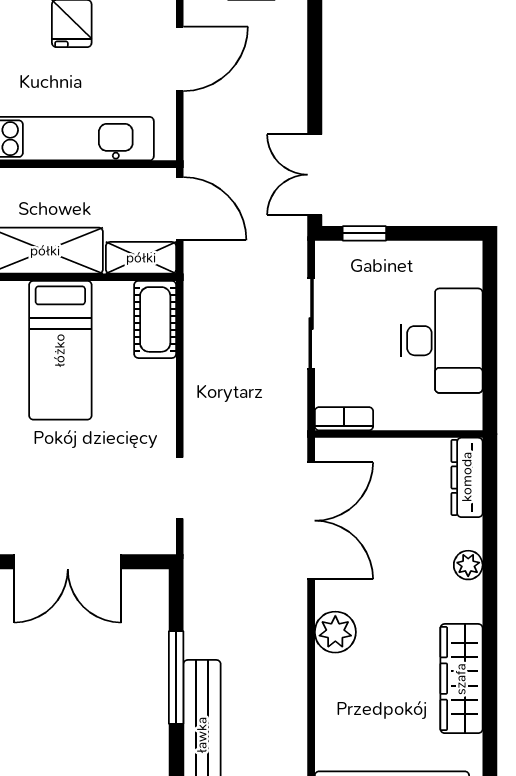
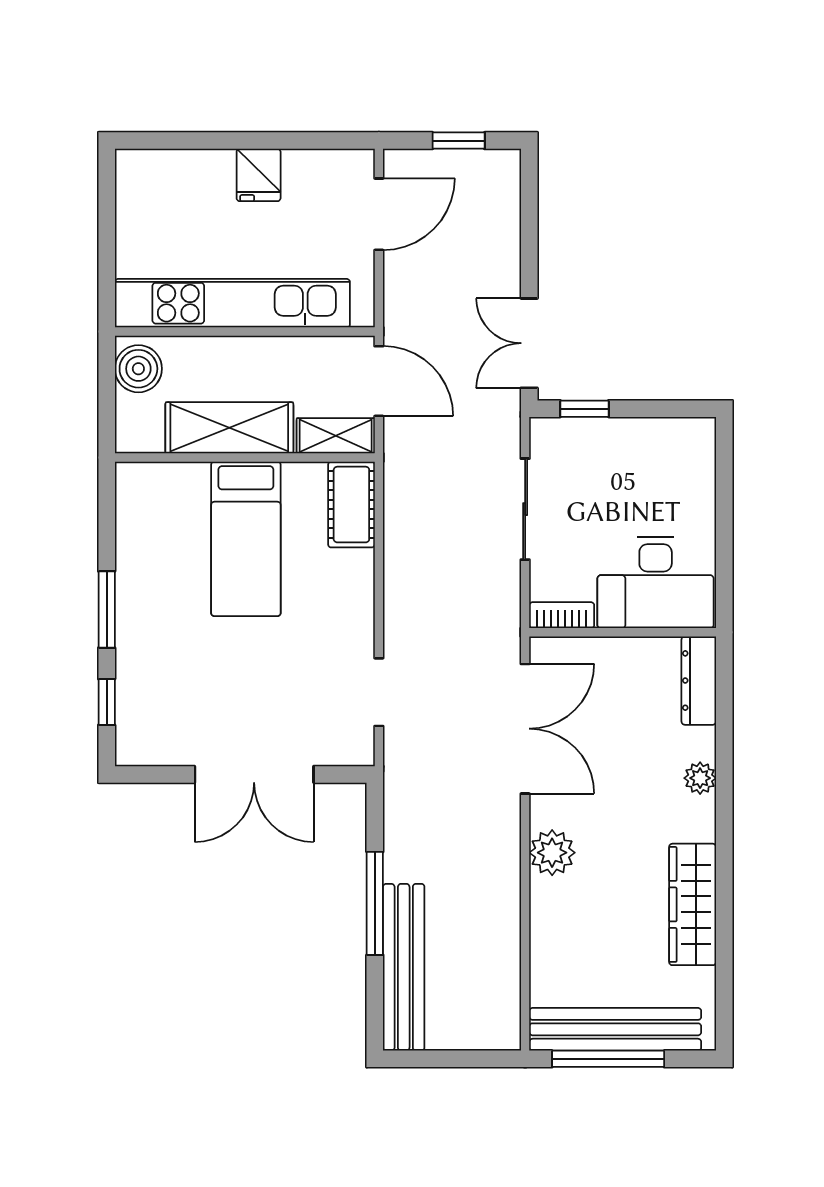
desk: (442, 341) -> (656, 583), moved, turned 90

